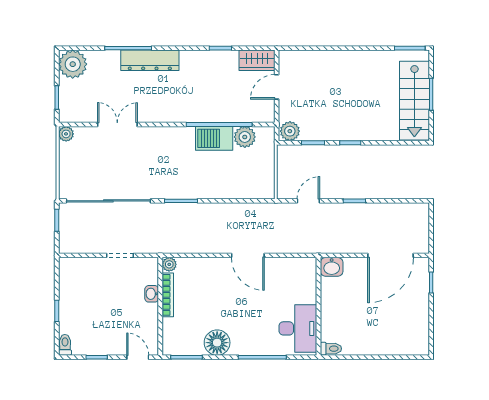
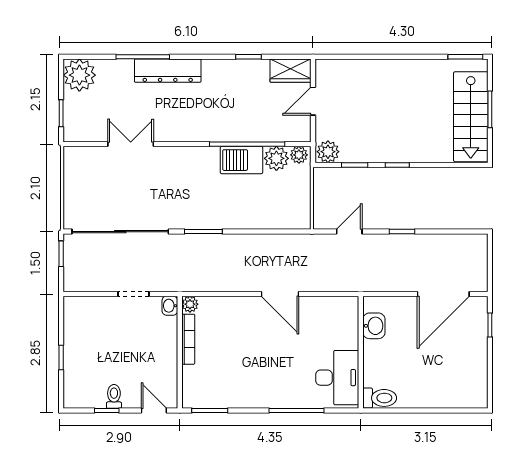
plant: (66, 134) -> (299, 155), moved
washbasin: (332, 267) -> (374, 326), moved, turned -90
washbasin: (152, 294) -> (170, 306), moved
floor lamp: (217, 343) -> (245, 394), removed
toilet: (65, 345) -> (114, 396), moved
toilet: (331, 349) -> (380, 398), width x1.37, depth x1.39

